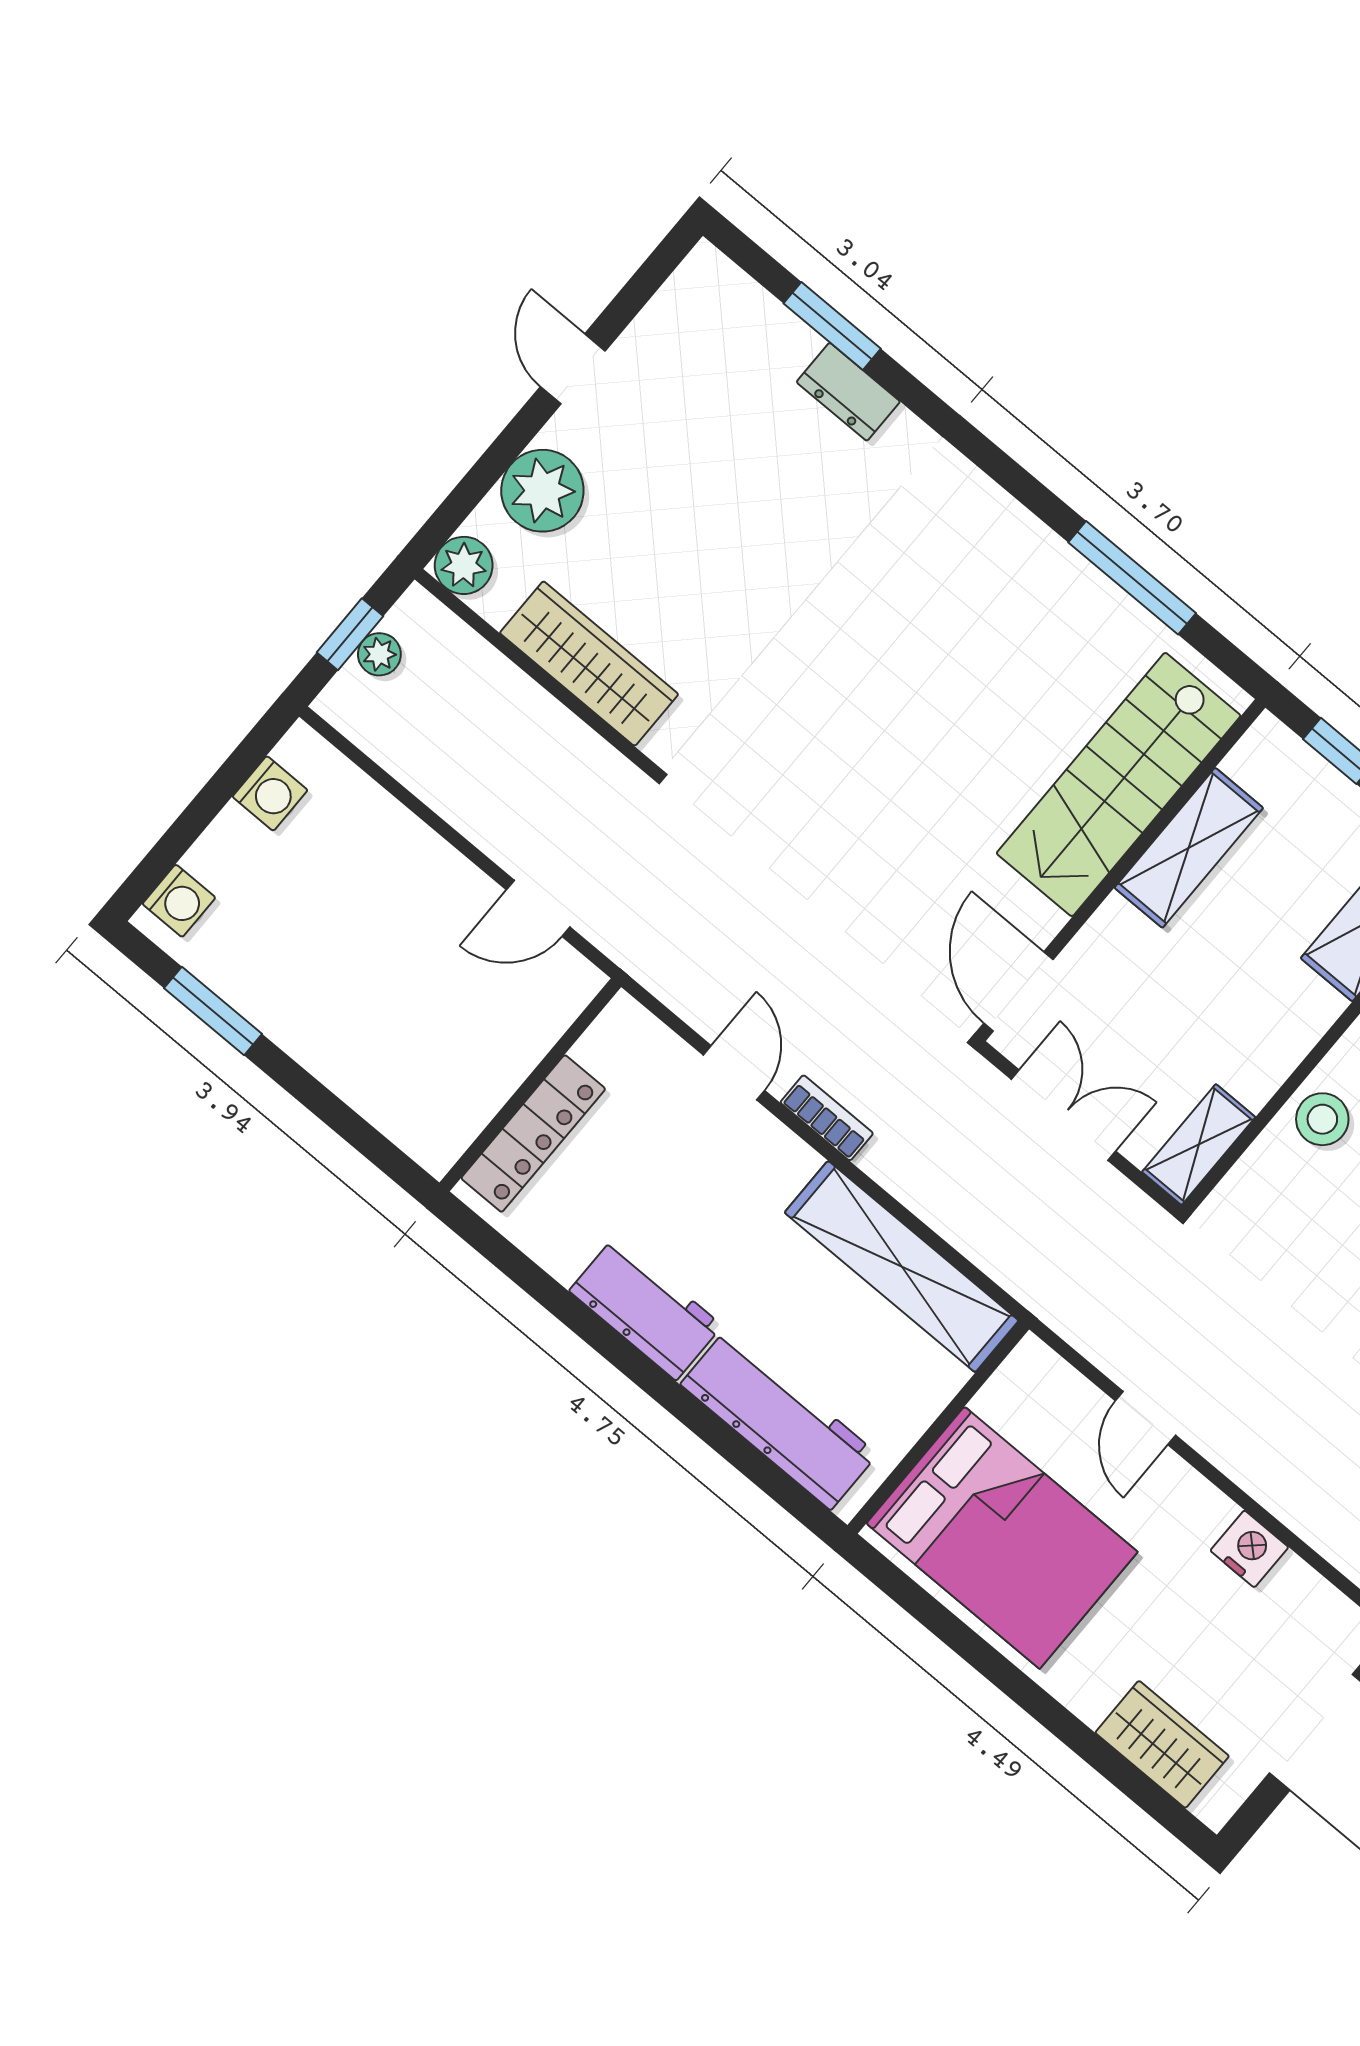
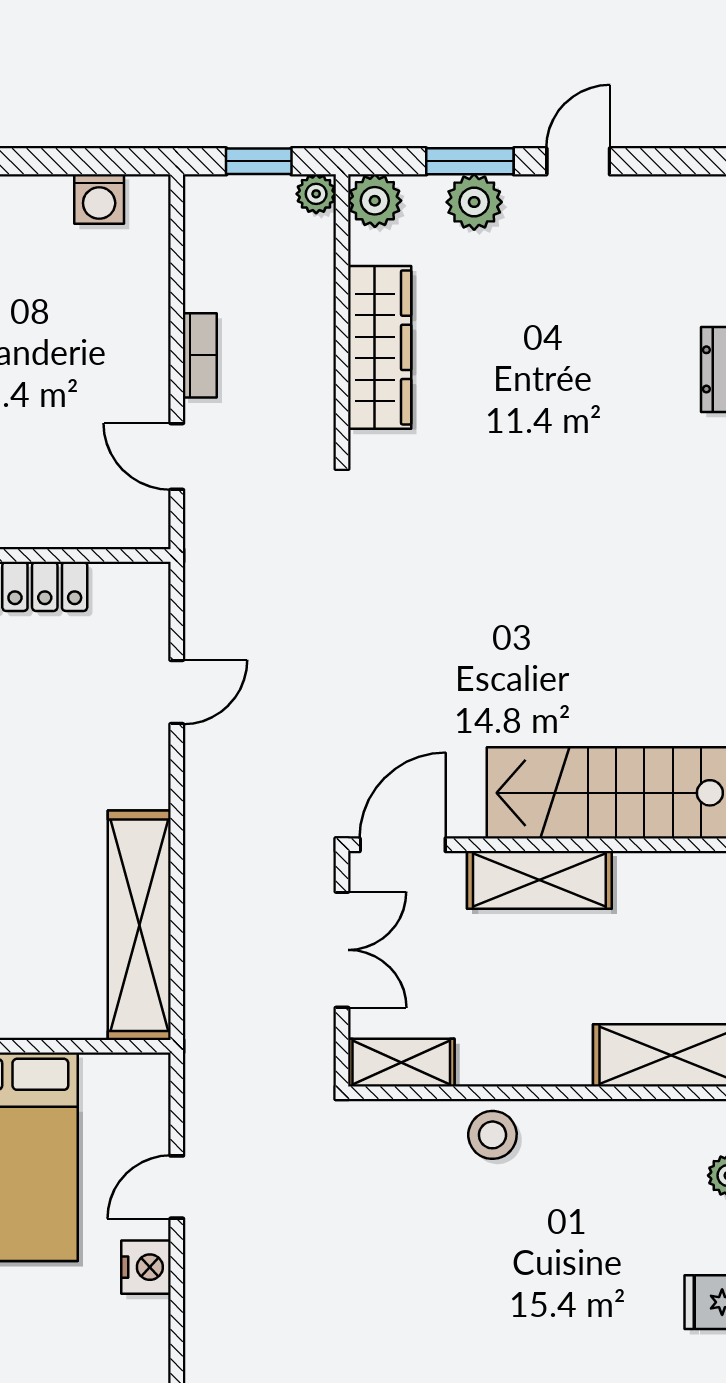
window: (497, 459) -> (470, 161), added
plant: (542, 491) -> (474, 202), width x0.73, depth x0.73
plant: (379, 654) -> (316, 194), moved
shelving: (1189, 848) -> (539, 880), moved
bookcase: (827, 1118) -> (200, 355), moved
nightstand: (1249, 1549) -> (146, 1267), moved

